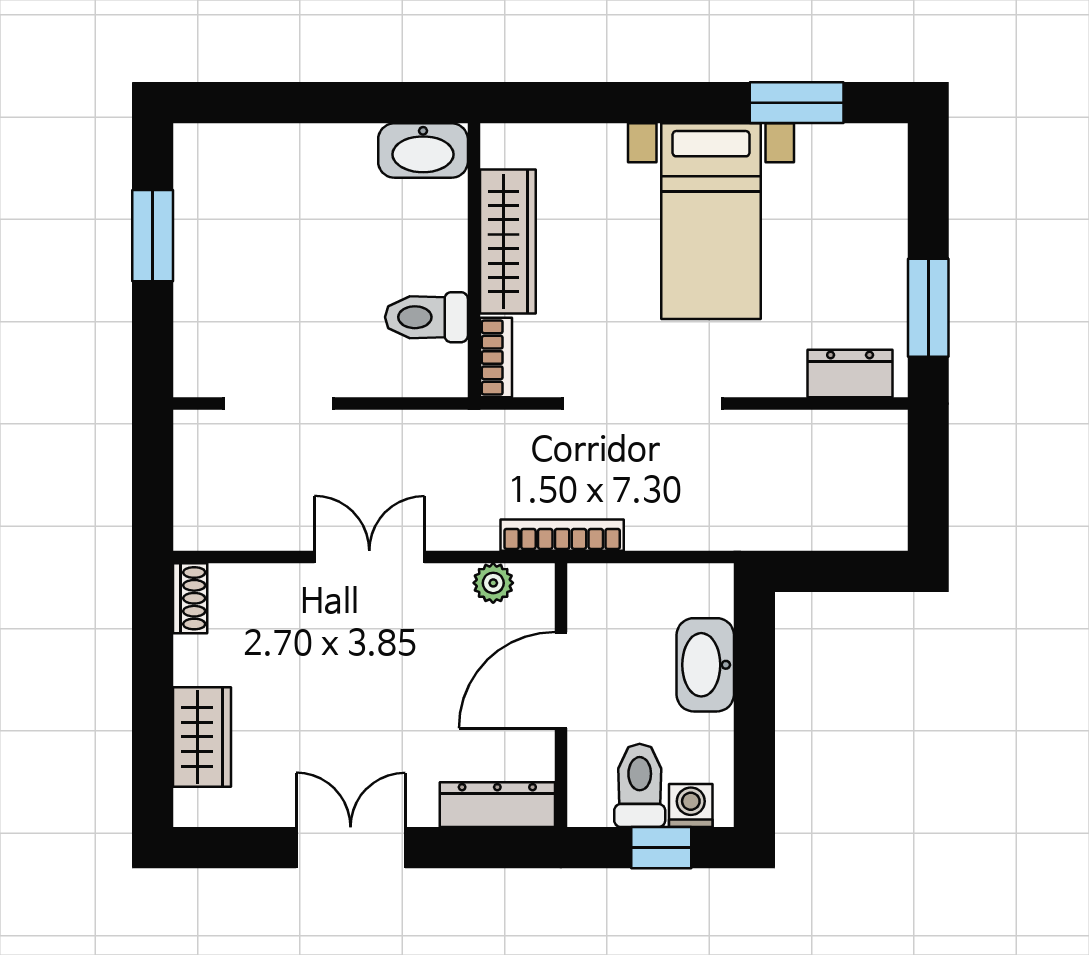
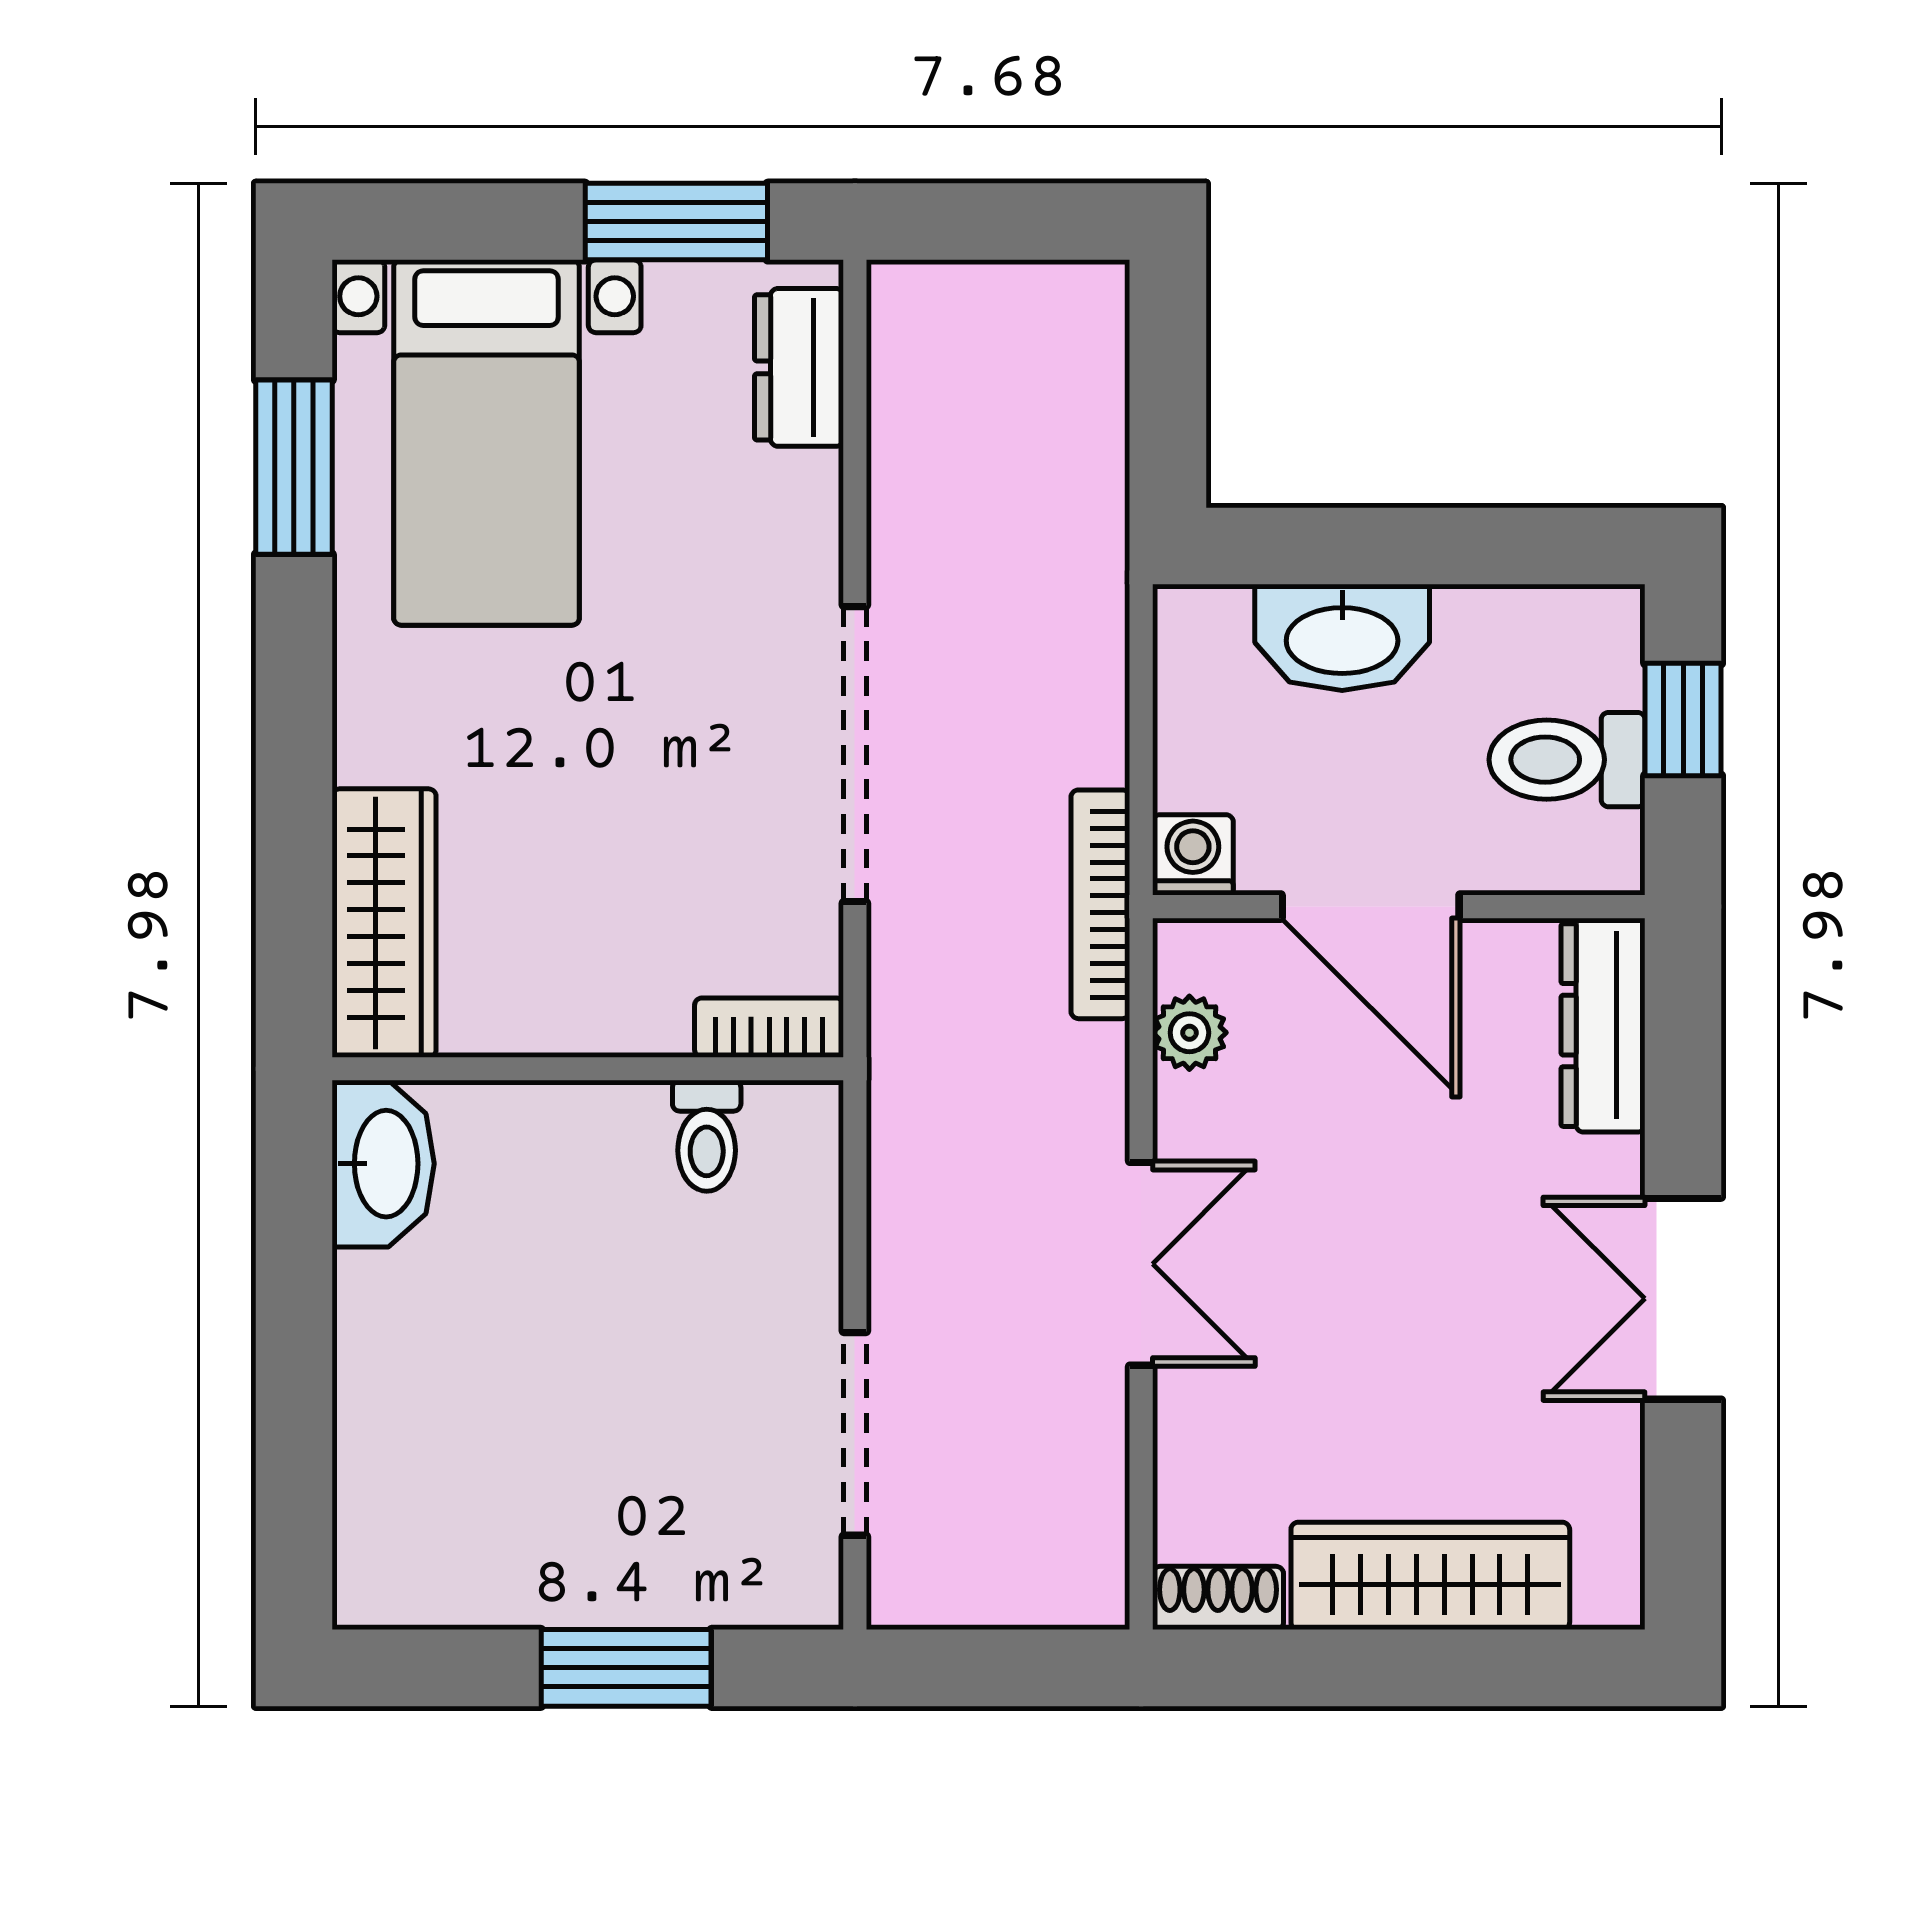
bed with nightstands: (711, 221) -> (487, 442), moved, turned 90
window: (153, 236) -> (626, 1668), moved
wardrobe: (508, 241) -> (384, 923), moved, turned 90
toilet: (426, 317) -> (707, 1136), width x0.73, depth x0.72
double door: (369, 557) -> (1141, 1264), swing flipped
wardrobe: (202, 737) -> (1430, 1576), width x1.50
washing machine: (691, 806) -> (1193, 855), moved, turned 90

